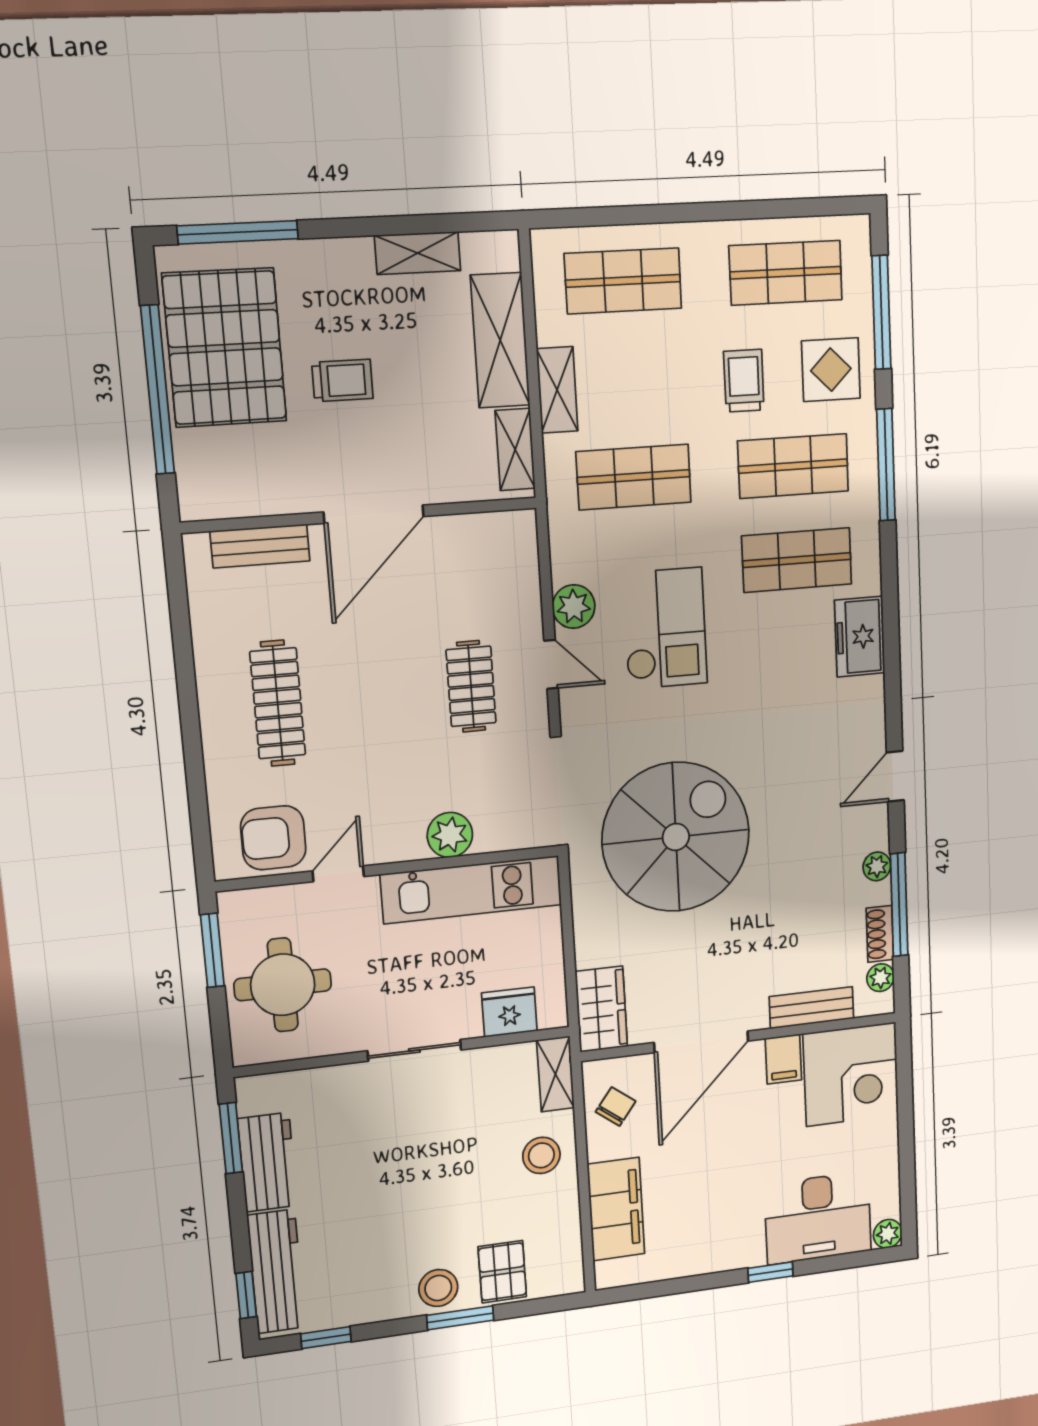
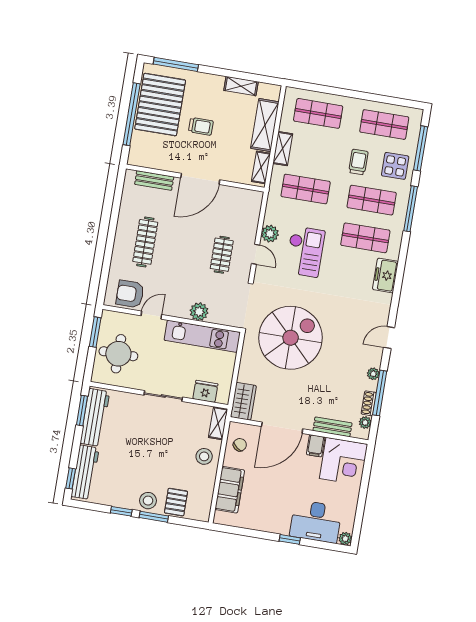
workbench: (267, 1162) -> (95, 417), width x1.38
window: (326, 1338) -> (121, 511), moved

